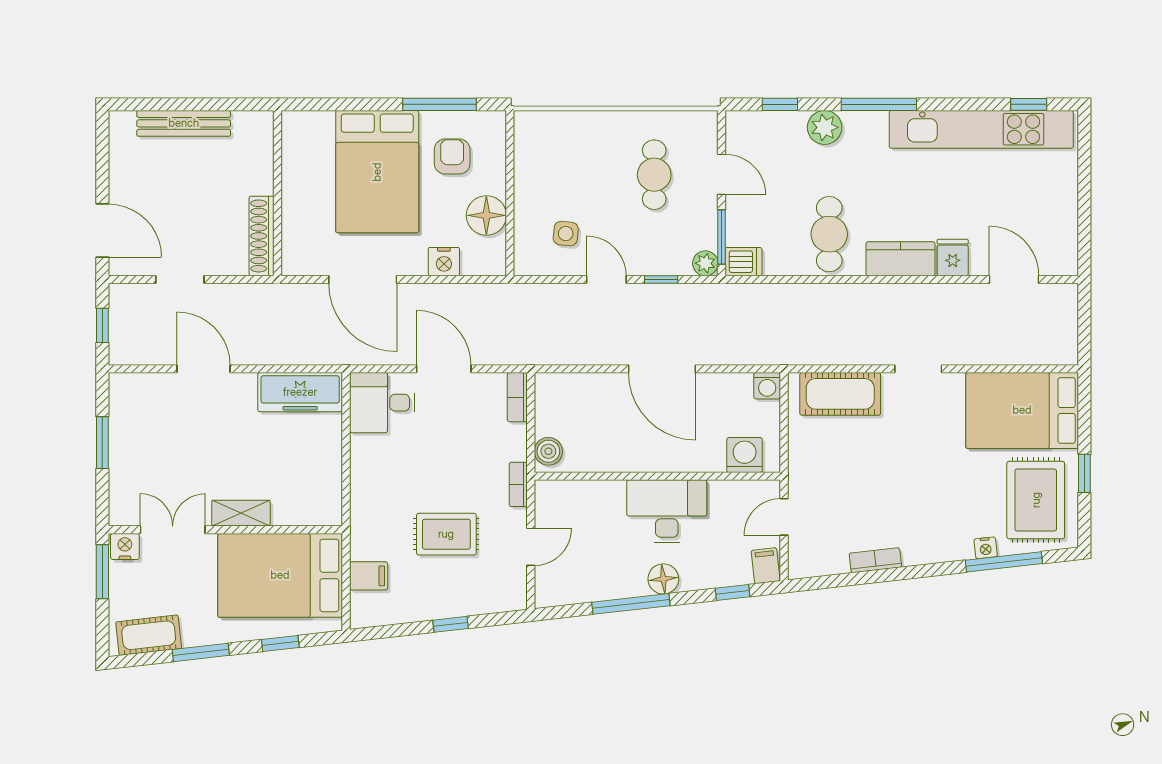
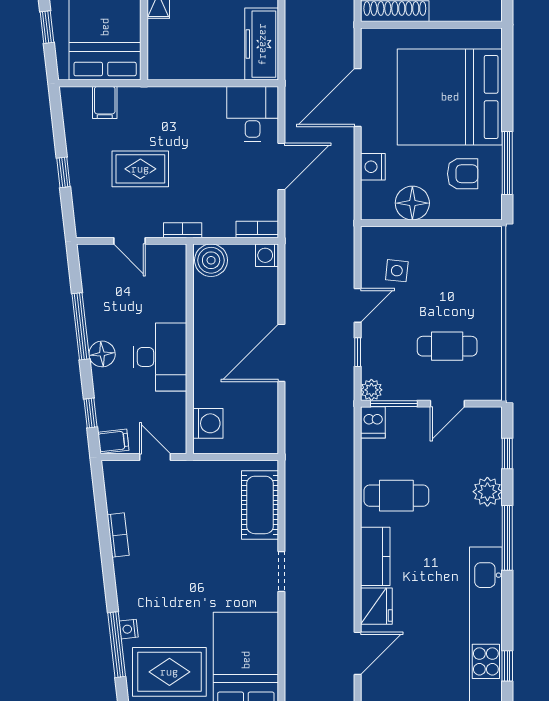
bed: (377, 172) -> (450, 97), width x1.36
fridge: (953, 257) -> (376, 606), width x1.38
washing machine: (767, 386) -> (267, 255), moved
boiler: (548, 451) -> (211, 260), width x1.36, depth x1.36
rug: (446, 534) -> (140, 169), turned 90

